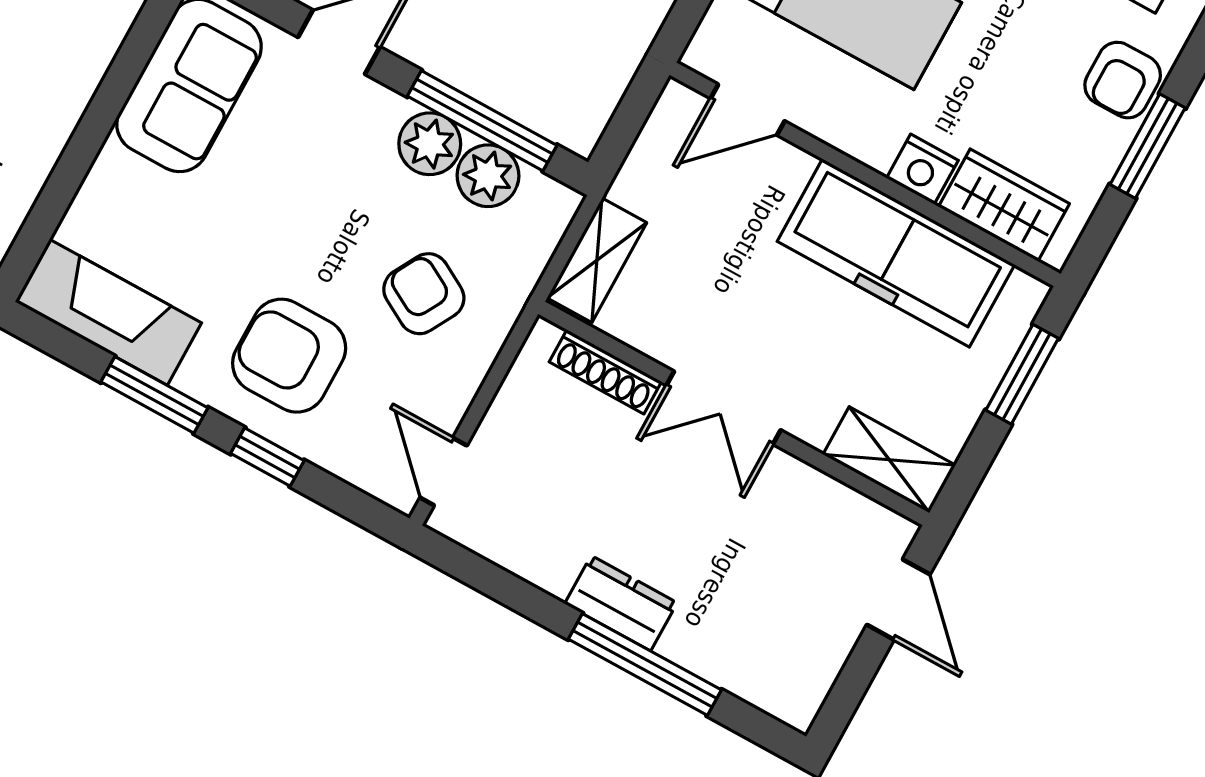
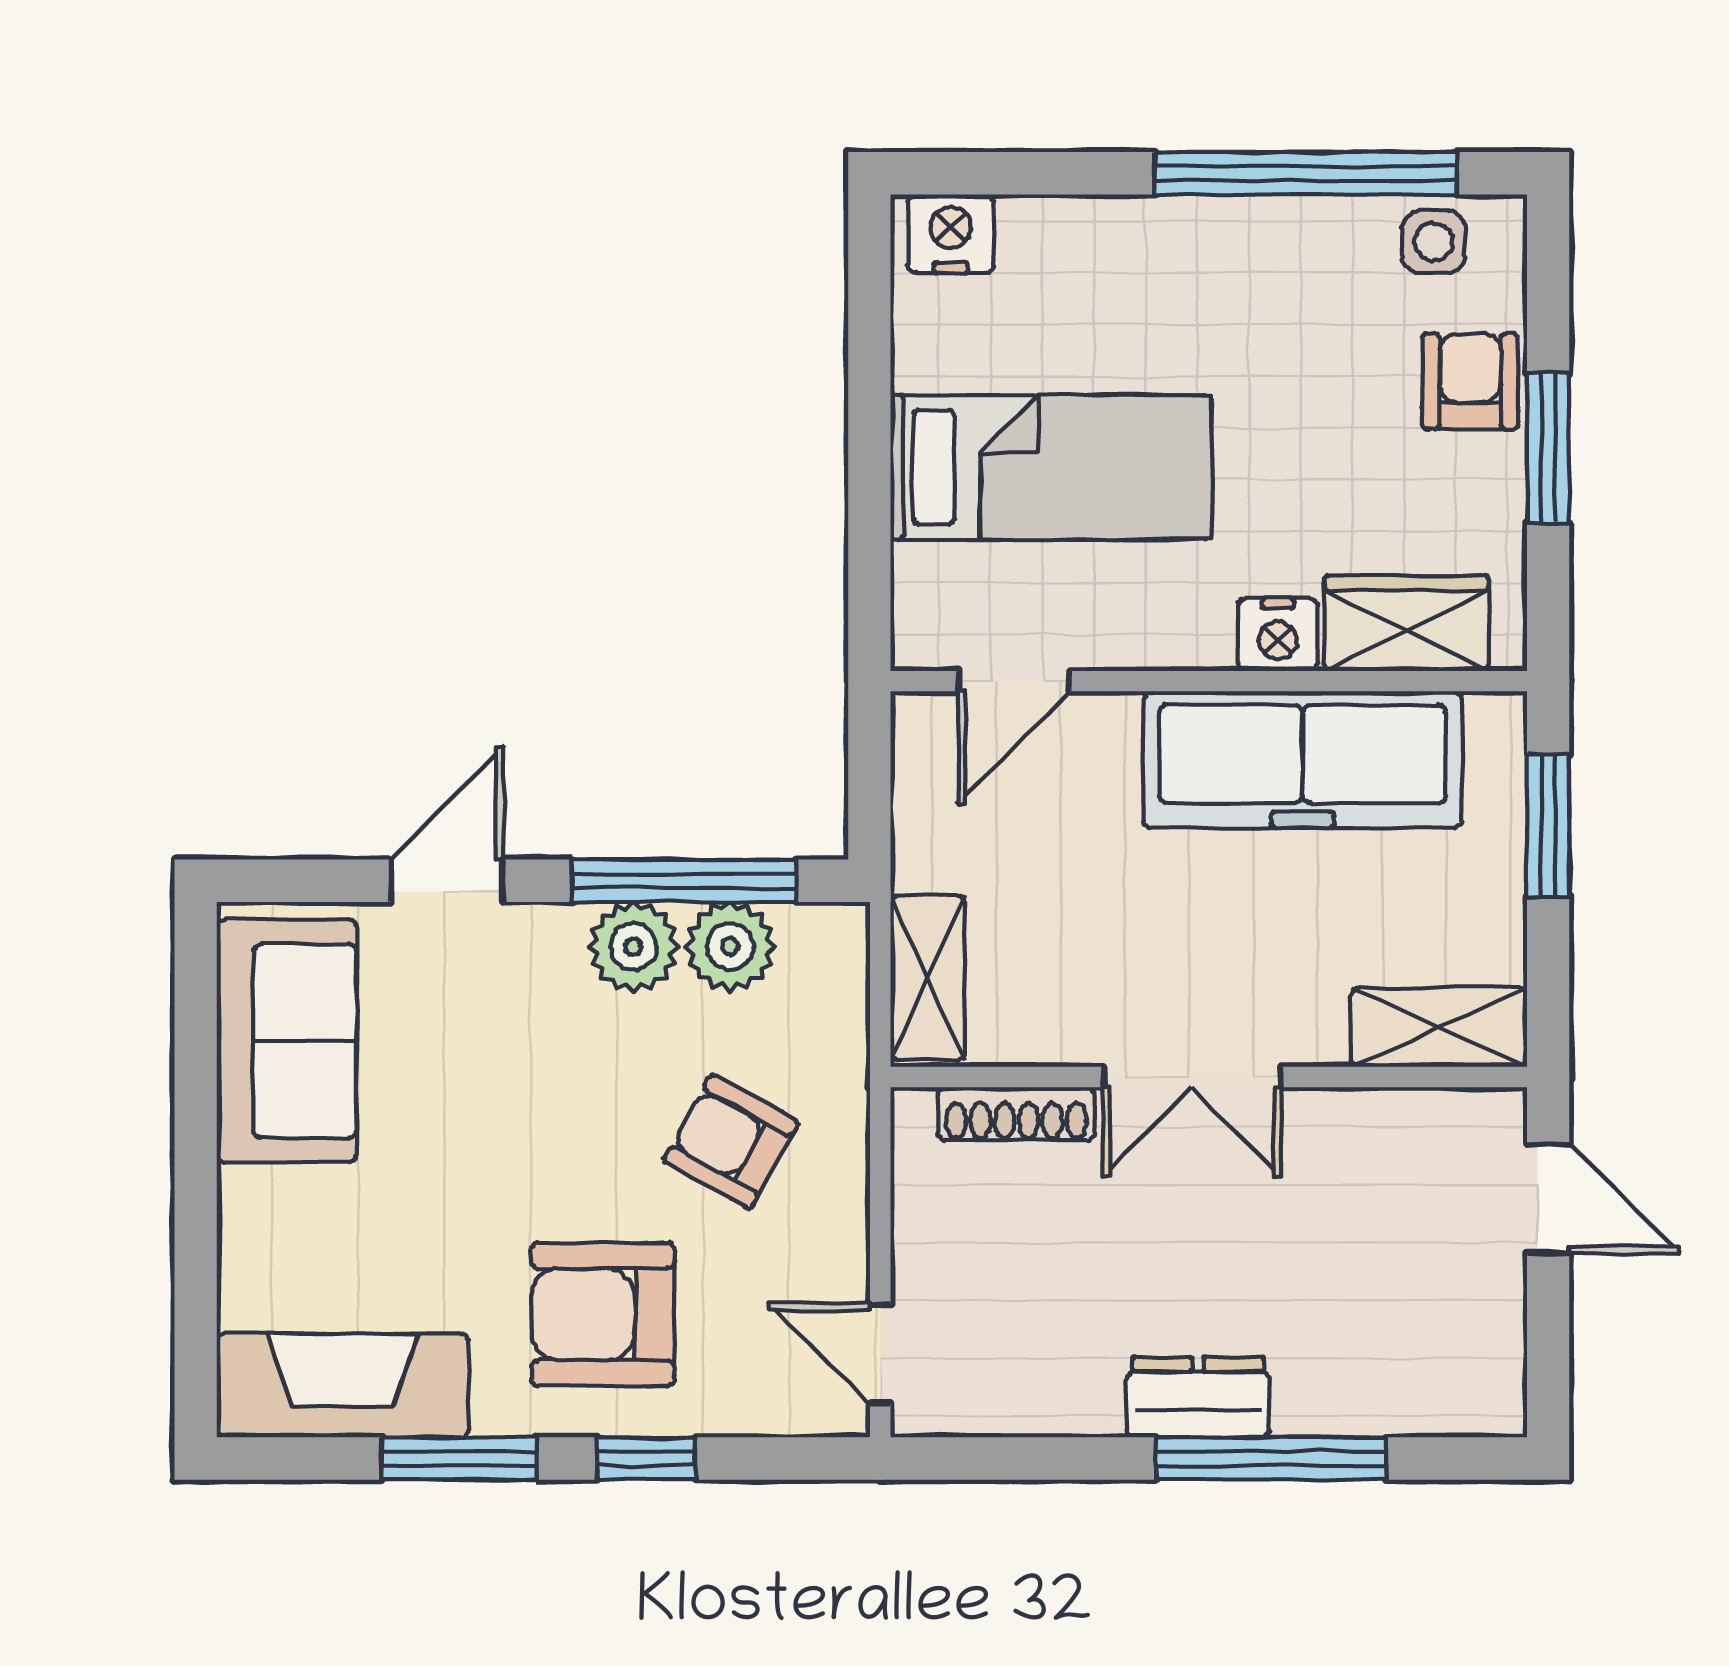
armchair: (1123, 80) -> (1470, 381), turned 180

